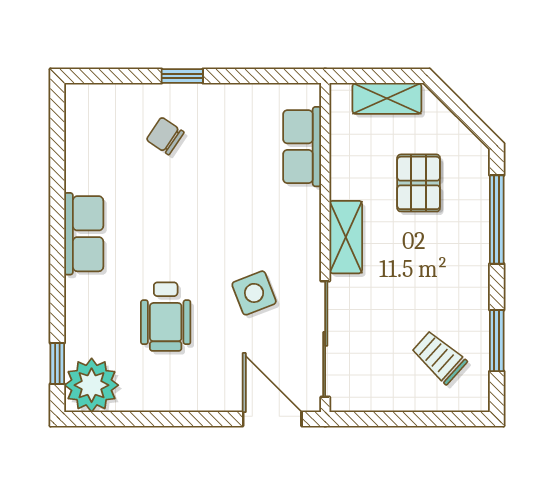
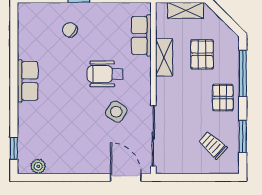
shelving: (346, 237) -> (164, 57), moved
pallet: (458, 266) -> (223, 98), added
side table: (254, 293) -> (116, 112), turned -37
wheelchair: (166, 317) -> (105, 74), moved, turned 90
plant: (92, 385) -> (38, 166), width x0.53, depth x0.53

